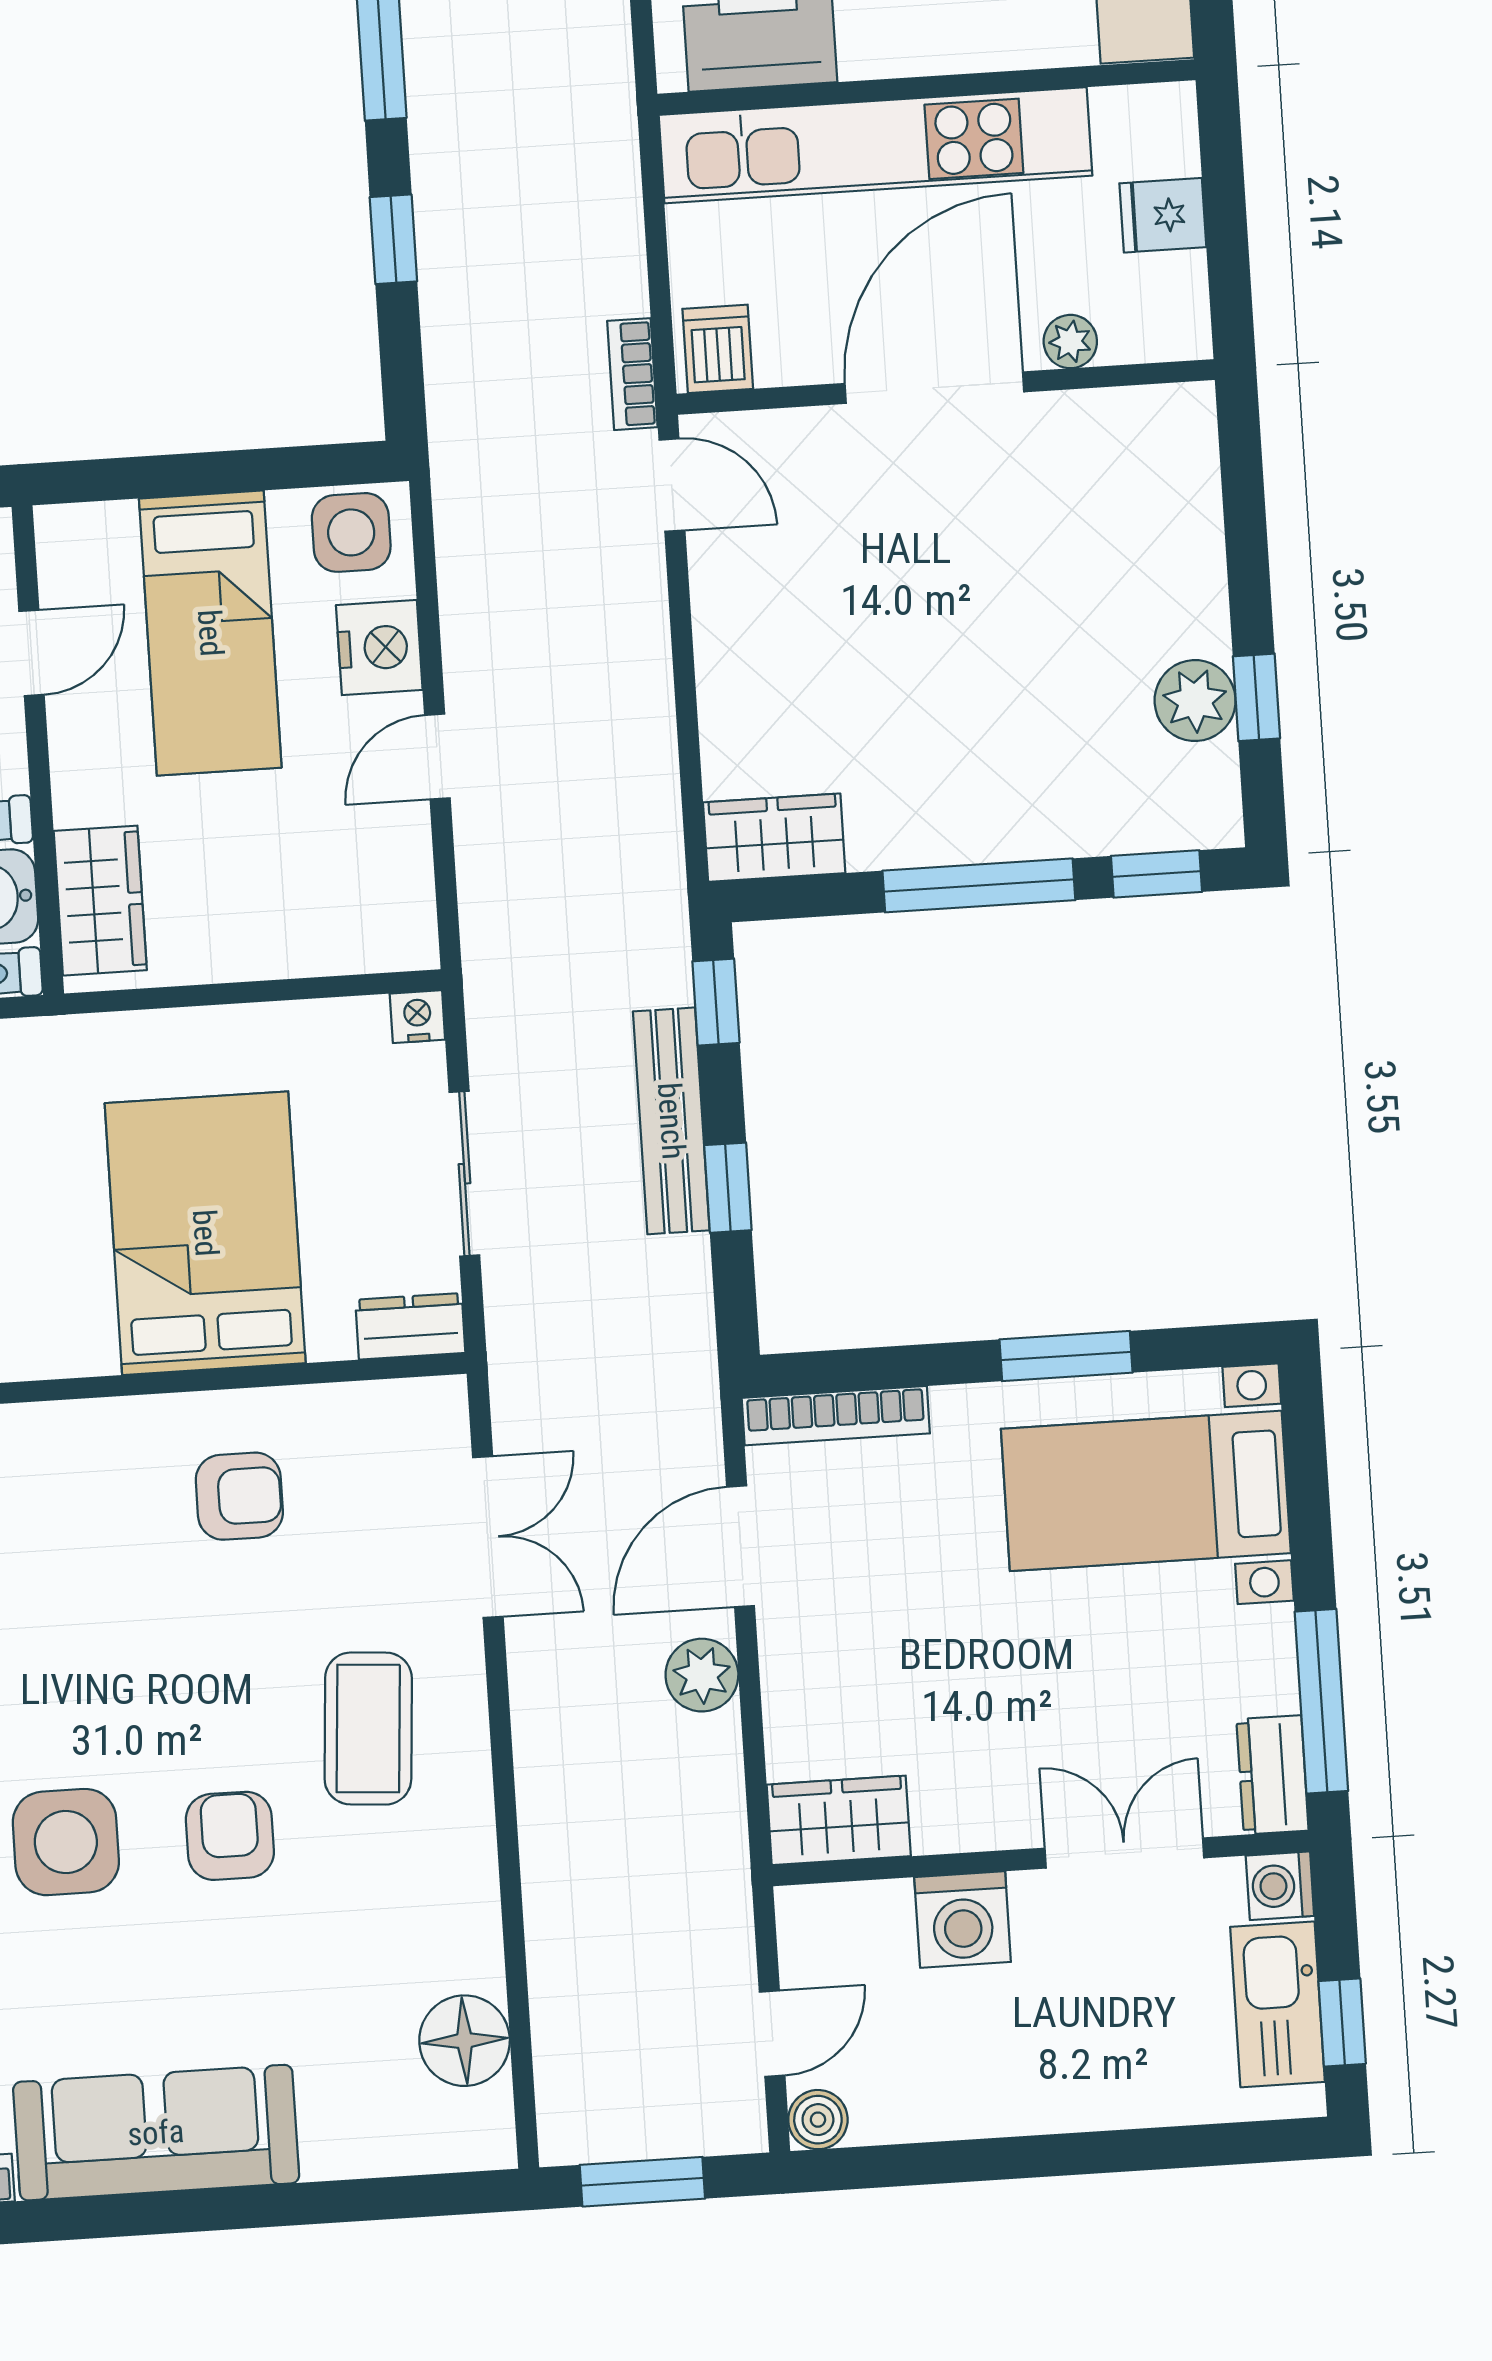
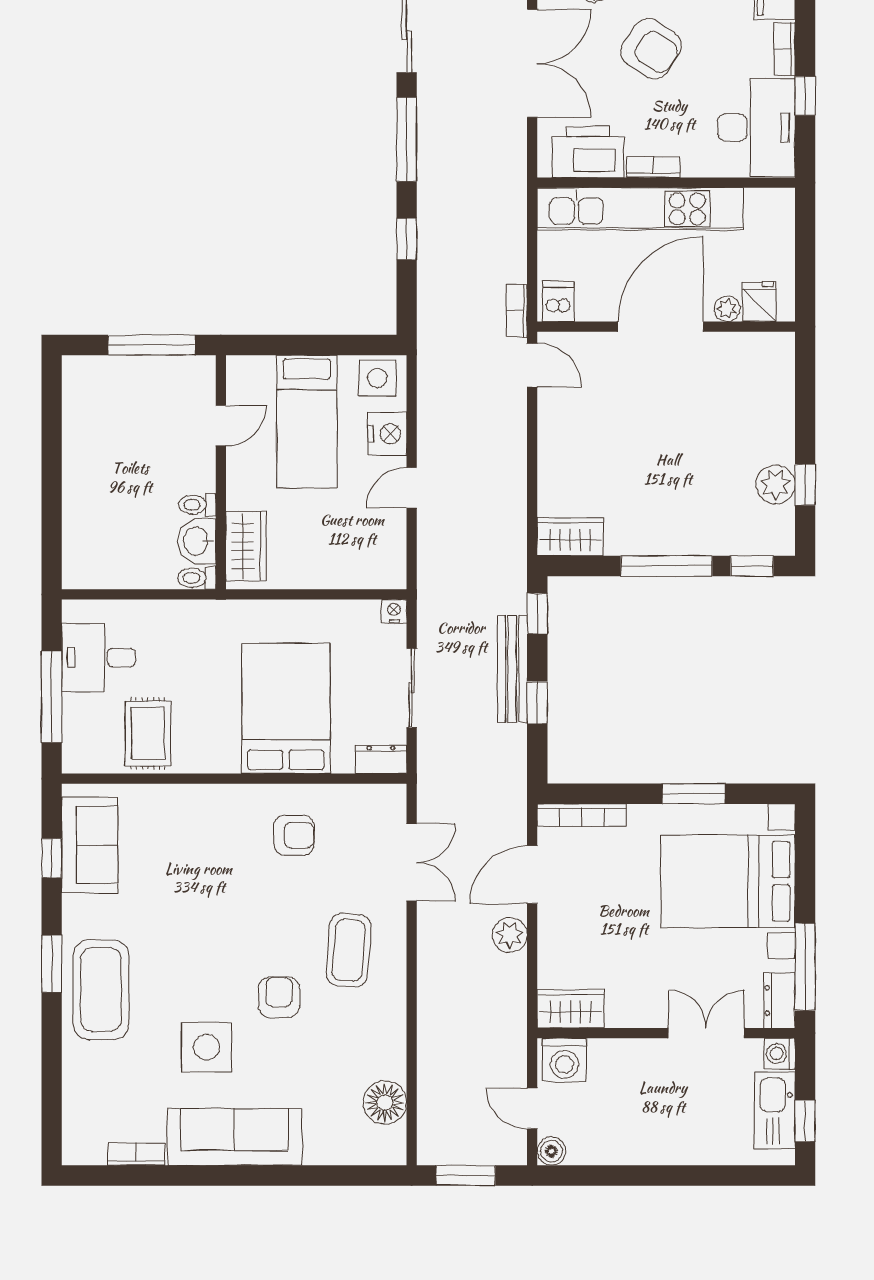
bookcase: (897, 56) -> (653, 167), added
fridge: (1163, 215) -> (759, 302), moved, turned 90
bed with nightstands: (1146, 1491) -> (728, 881), width x1.36
side table: (66, 1842) -> (206, 1047), moved
washing machine: (963, 1920) -> (564, 1060), moved
door: (772, 2034) -> (532, 1109), swing flipped

